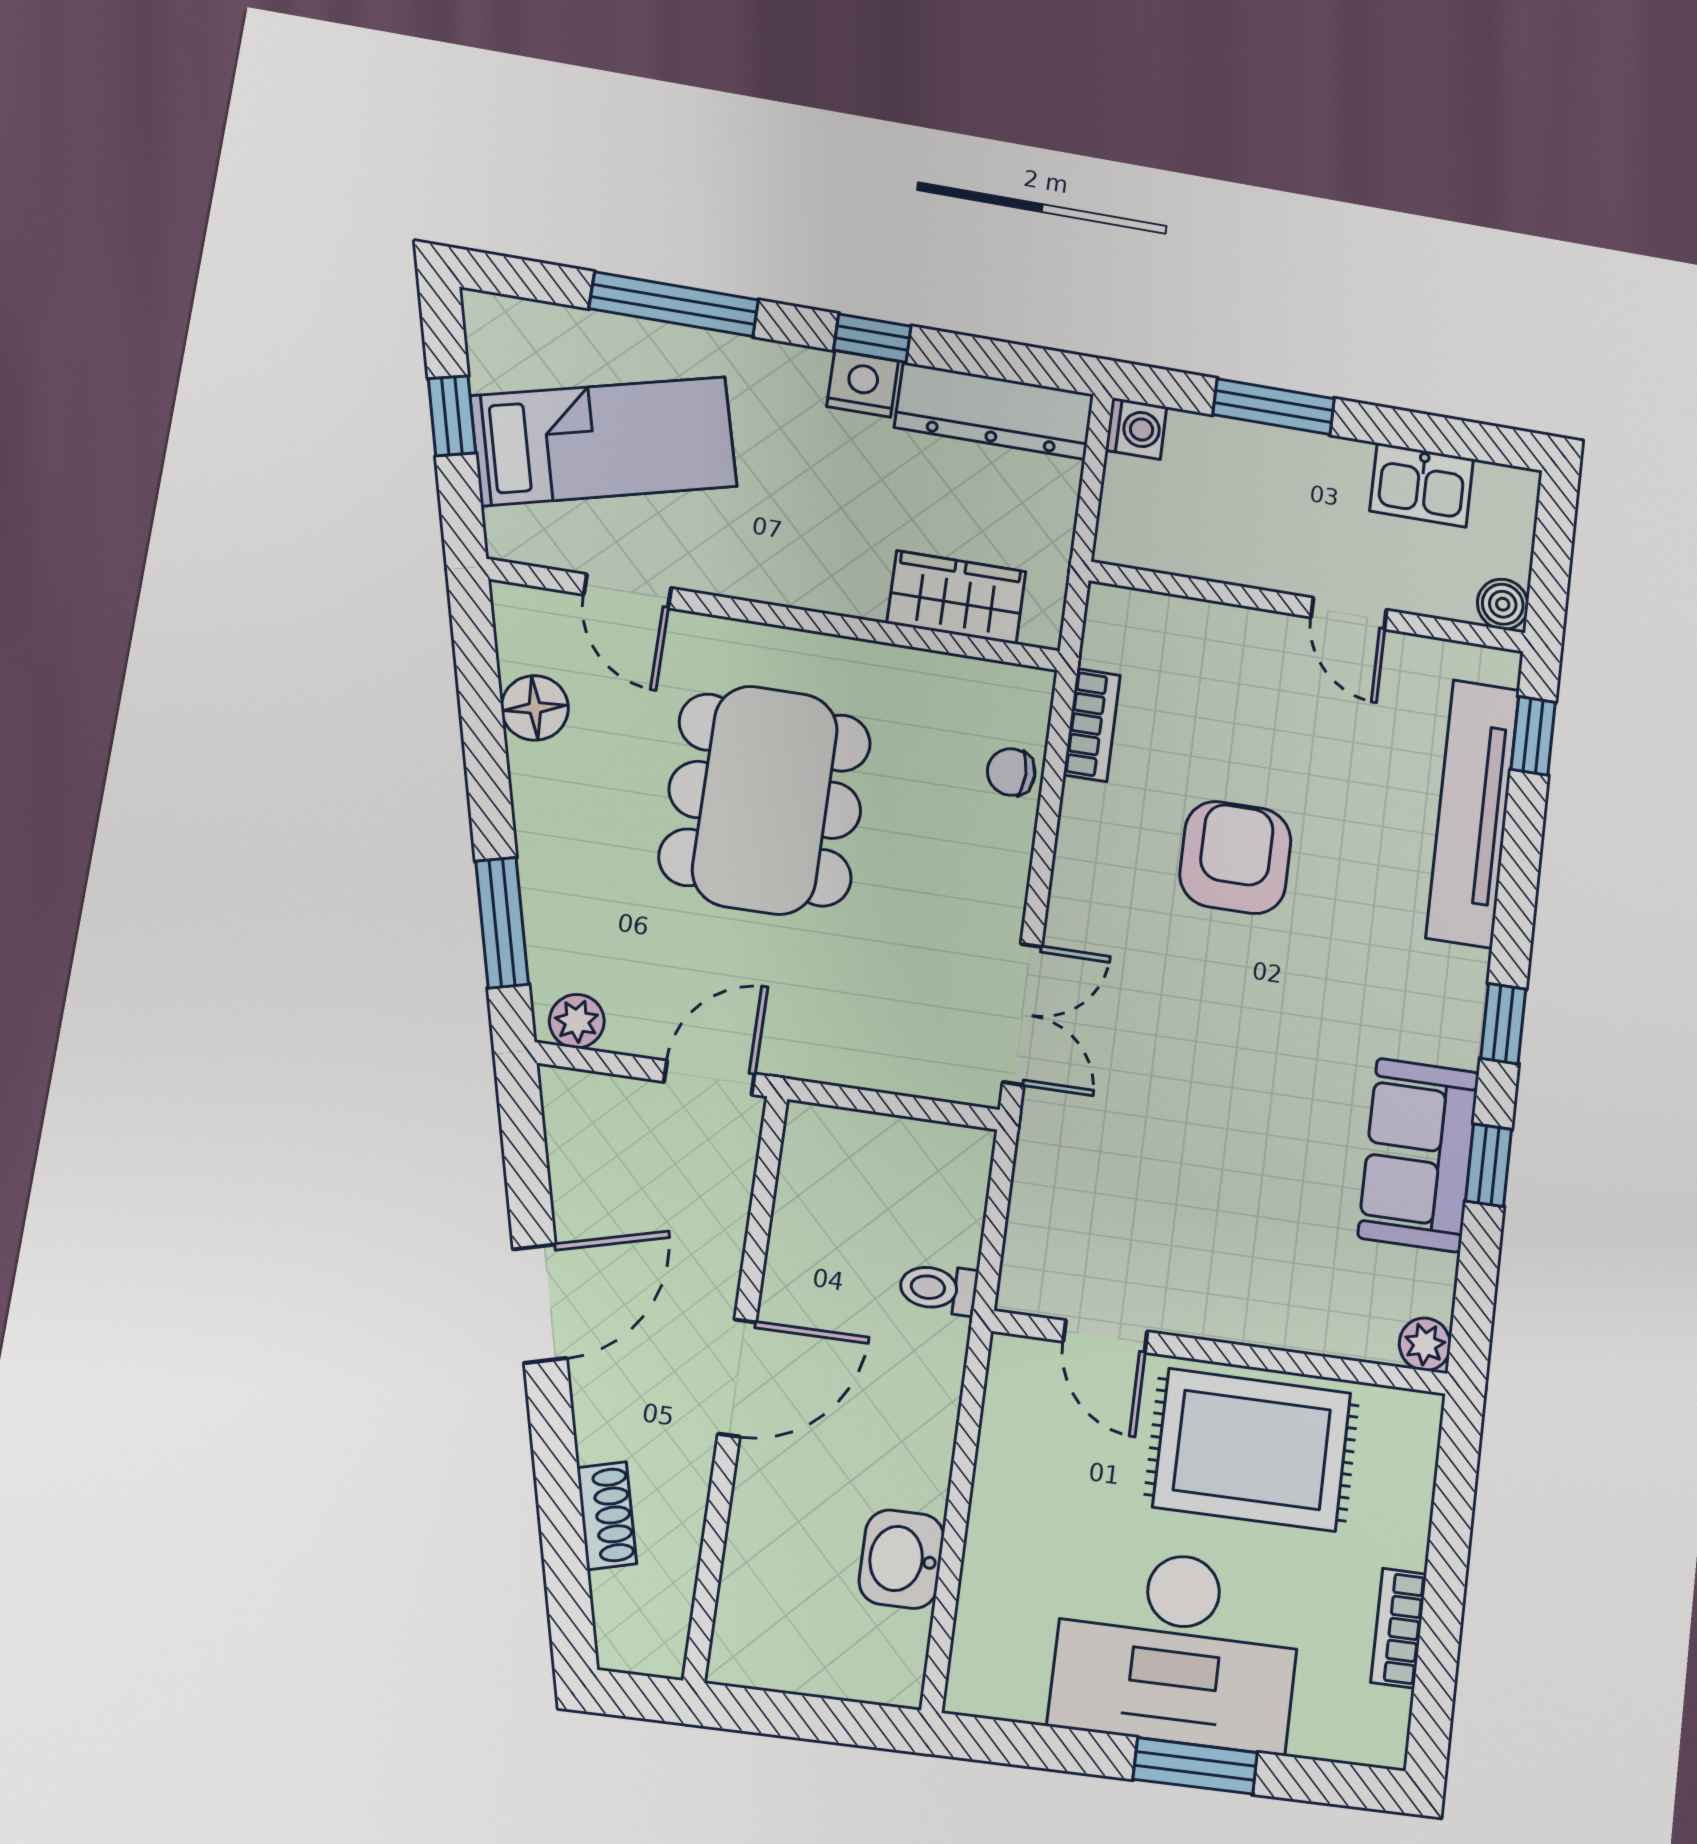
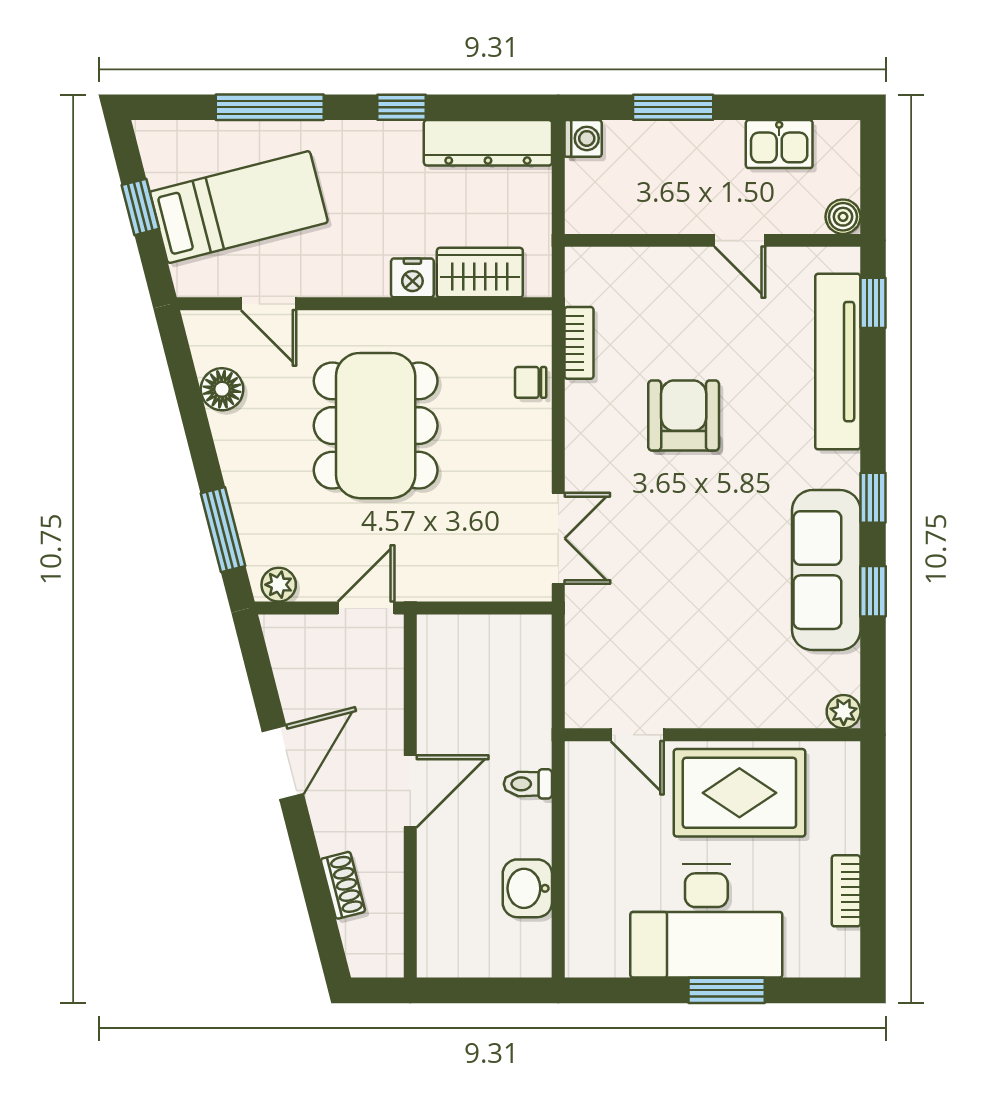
nightstand: (863, 384) -> (412, 278), moved, turned 180
sofa: (1419, 1155) -> (826, 570), width x1.36
toilet: (938, 1289) -> (528, 784), moved

